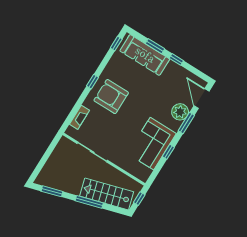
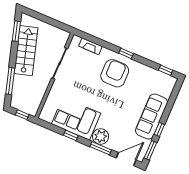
window: (155, 46) -> (150, 150), moved
sofa: (145, 55) -> (151, 117), moved
plant: (180, 112) -> (101, 136), moved
stairs: (107, 194) -> (26, 51), moved
window: (89, 202) -> (10, 81), moved

